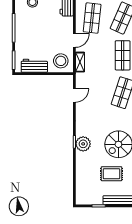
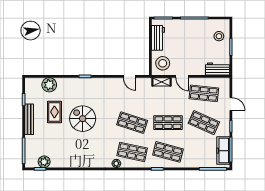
plant: (83, 144) -> (49, 85), moved

